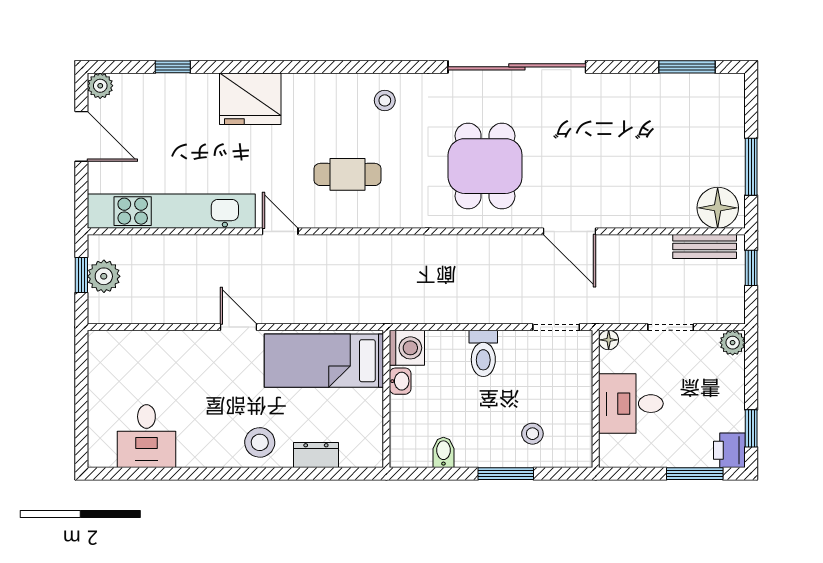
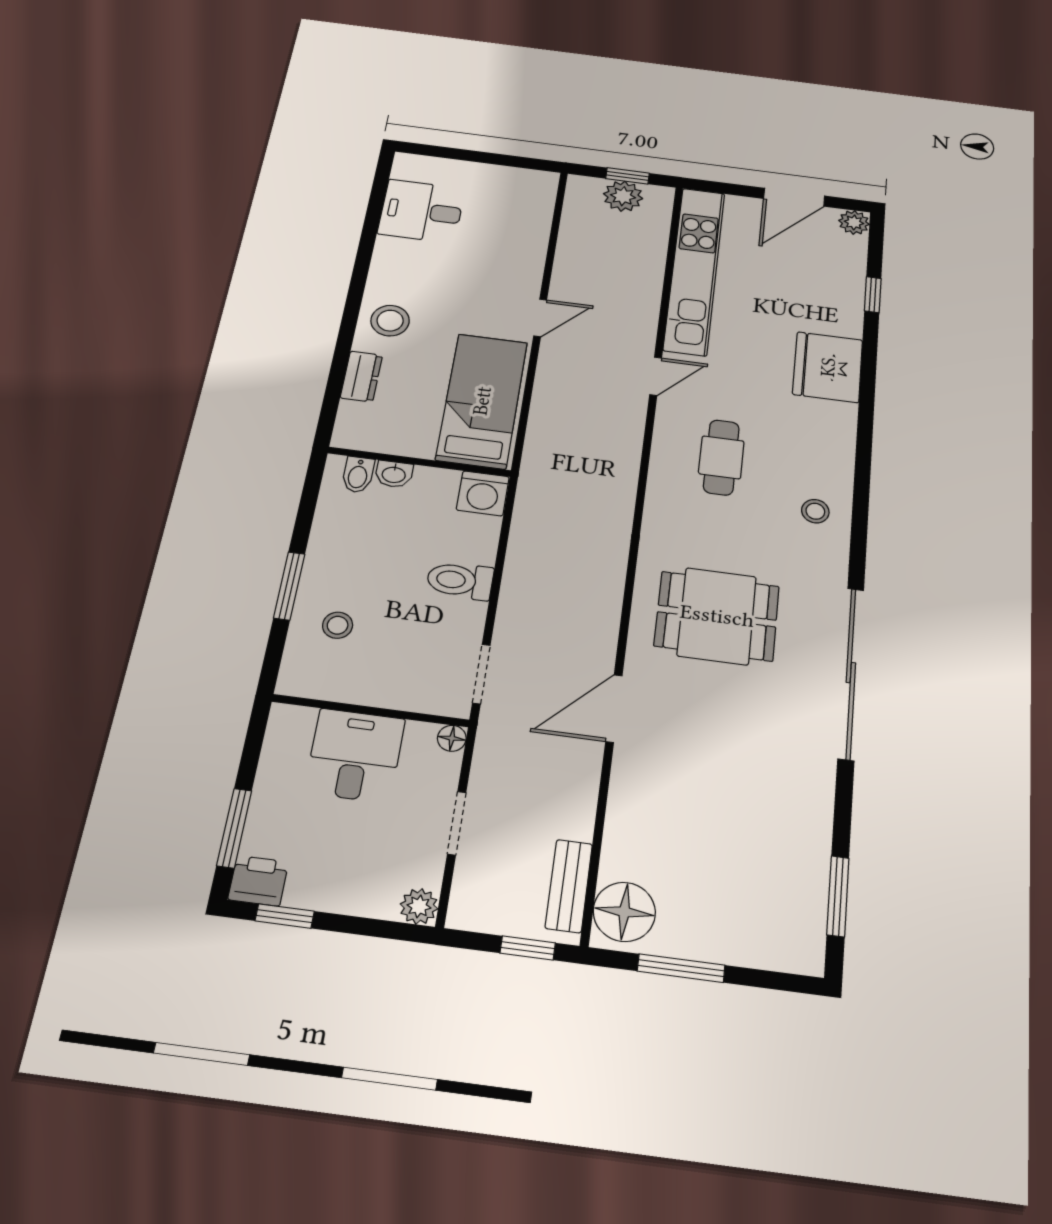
washbasin: (400, 381) -> (394, 474), moved
bidet: (443, 452) -> (358, 475), moved, turned 90

